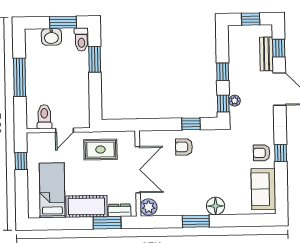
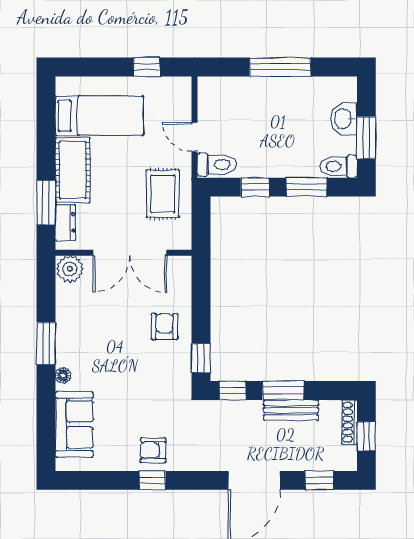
shoe rack: (242, 30) -> (349, 422), added
bench: (266, 54) -> (291, 410), moved
window: (223, 72) -> (283, 391), width x1.50
window: (95, 92) -> (255, 187), added
plant: (235, 101) -> (237, 409), removed
toilet: (44, 117) -> (217, 165), moved
window: (191, 124) -> (201, 358), moved
armchair: (262, 153) -> (153, 450), turned -90
sofa: (263, 189) -> (74, 424), moved, turned 90
floor lamp: (216, 206) -> (63, 375), width x0.53, depth x0.53

